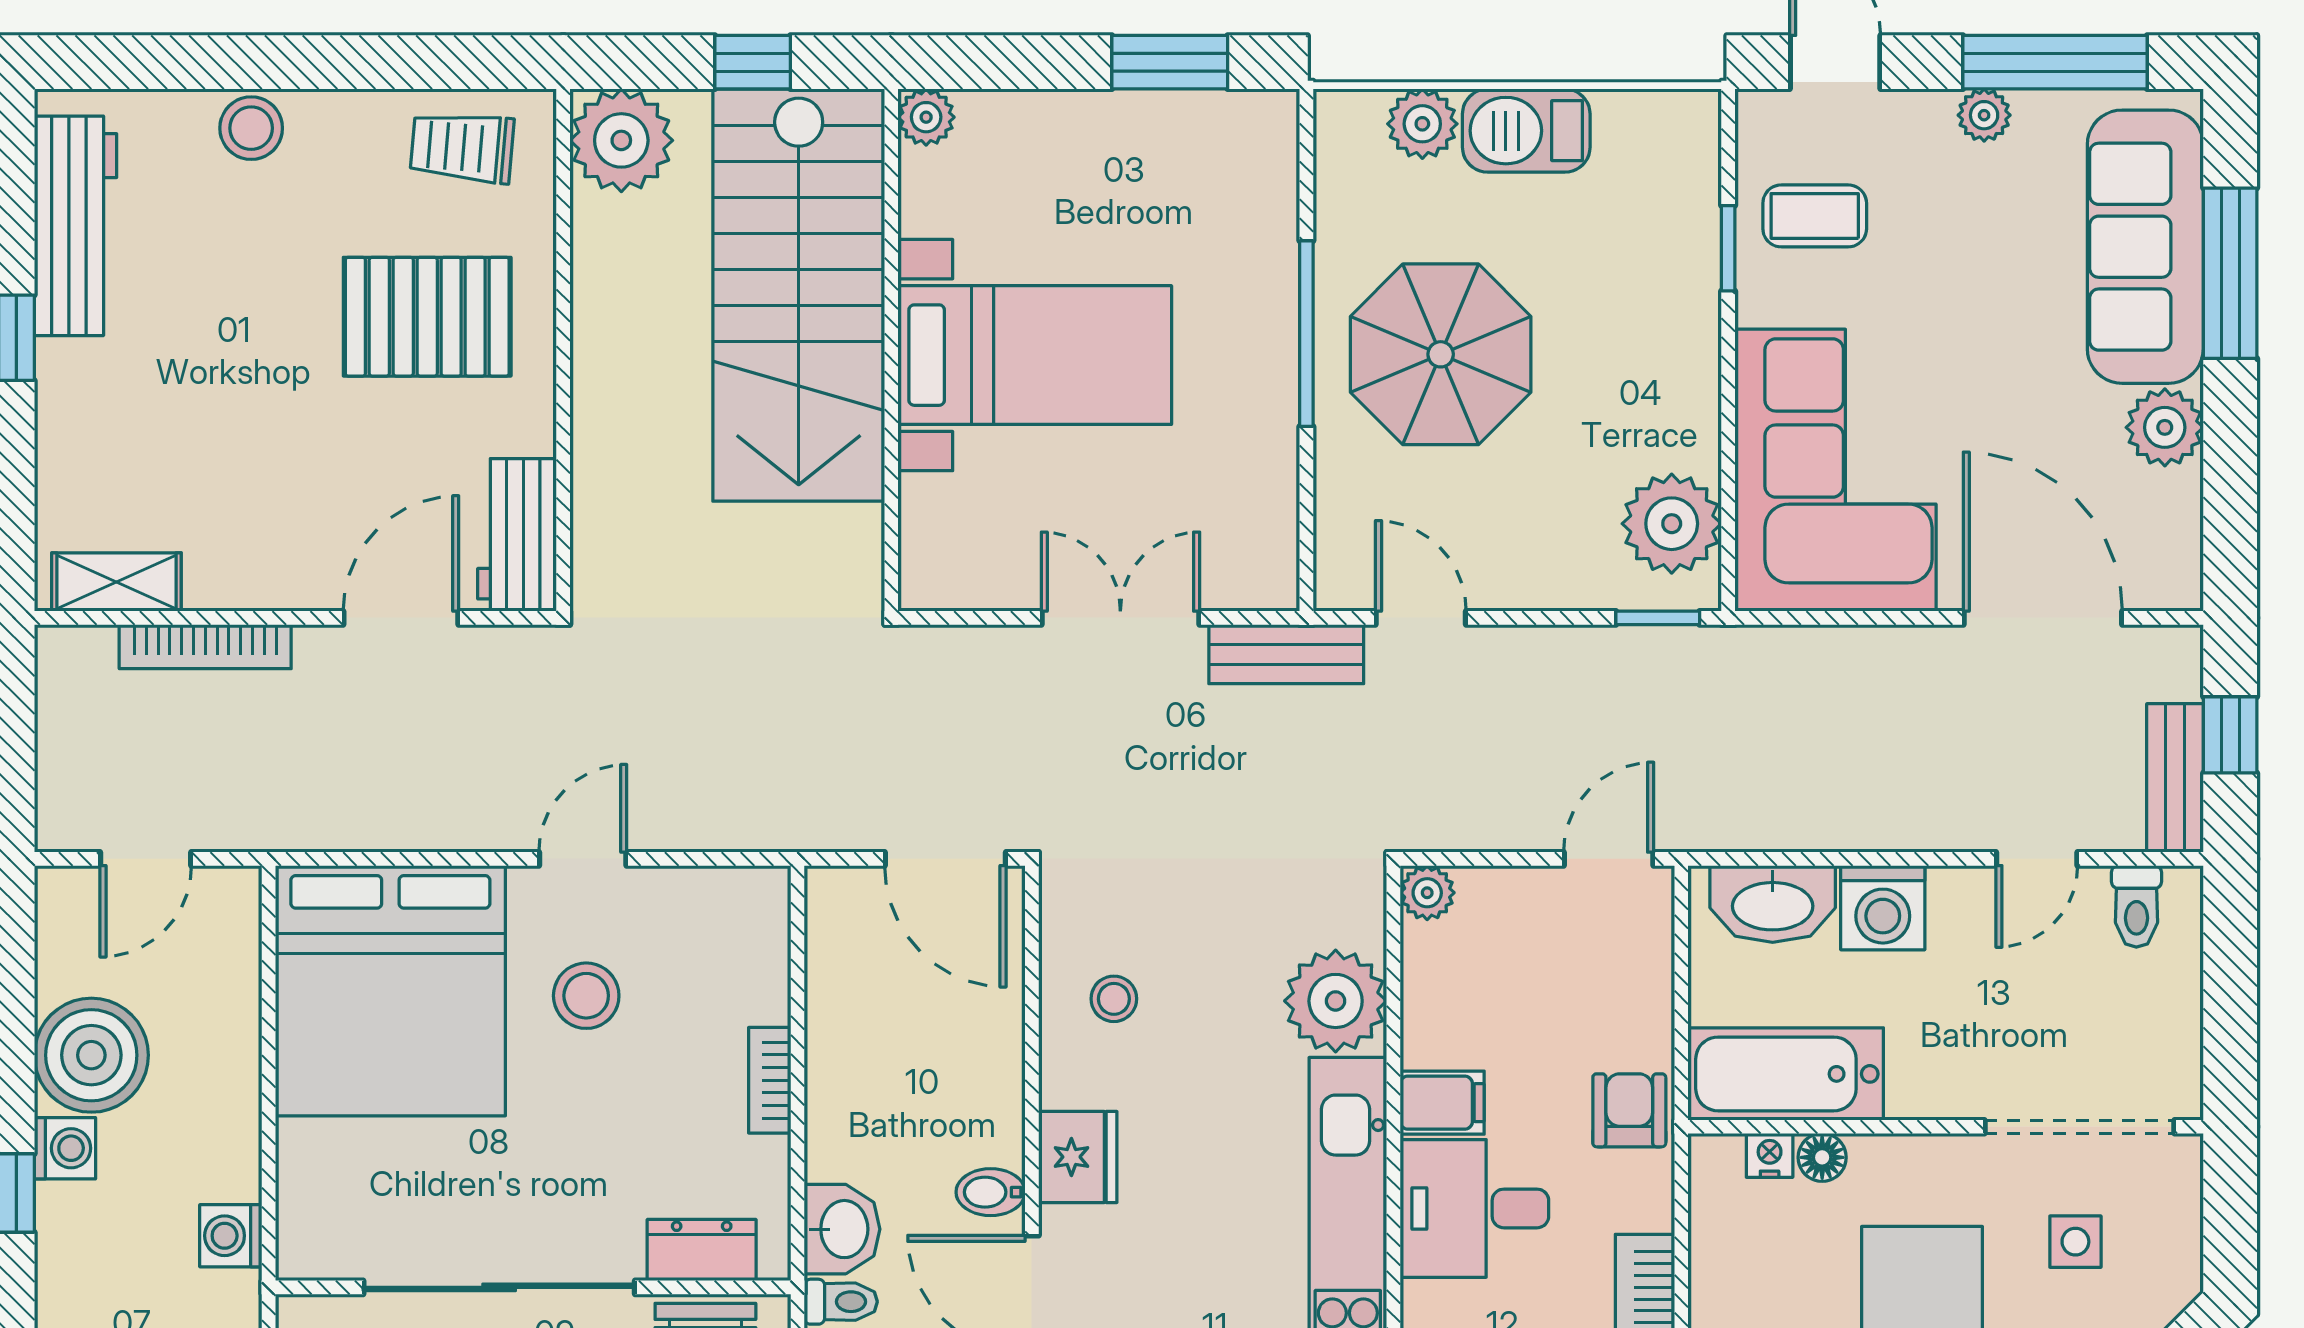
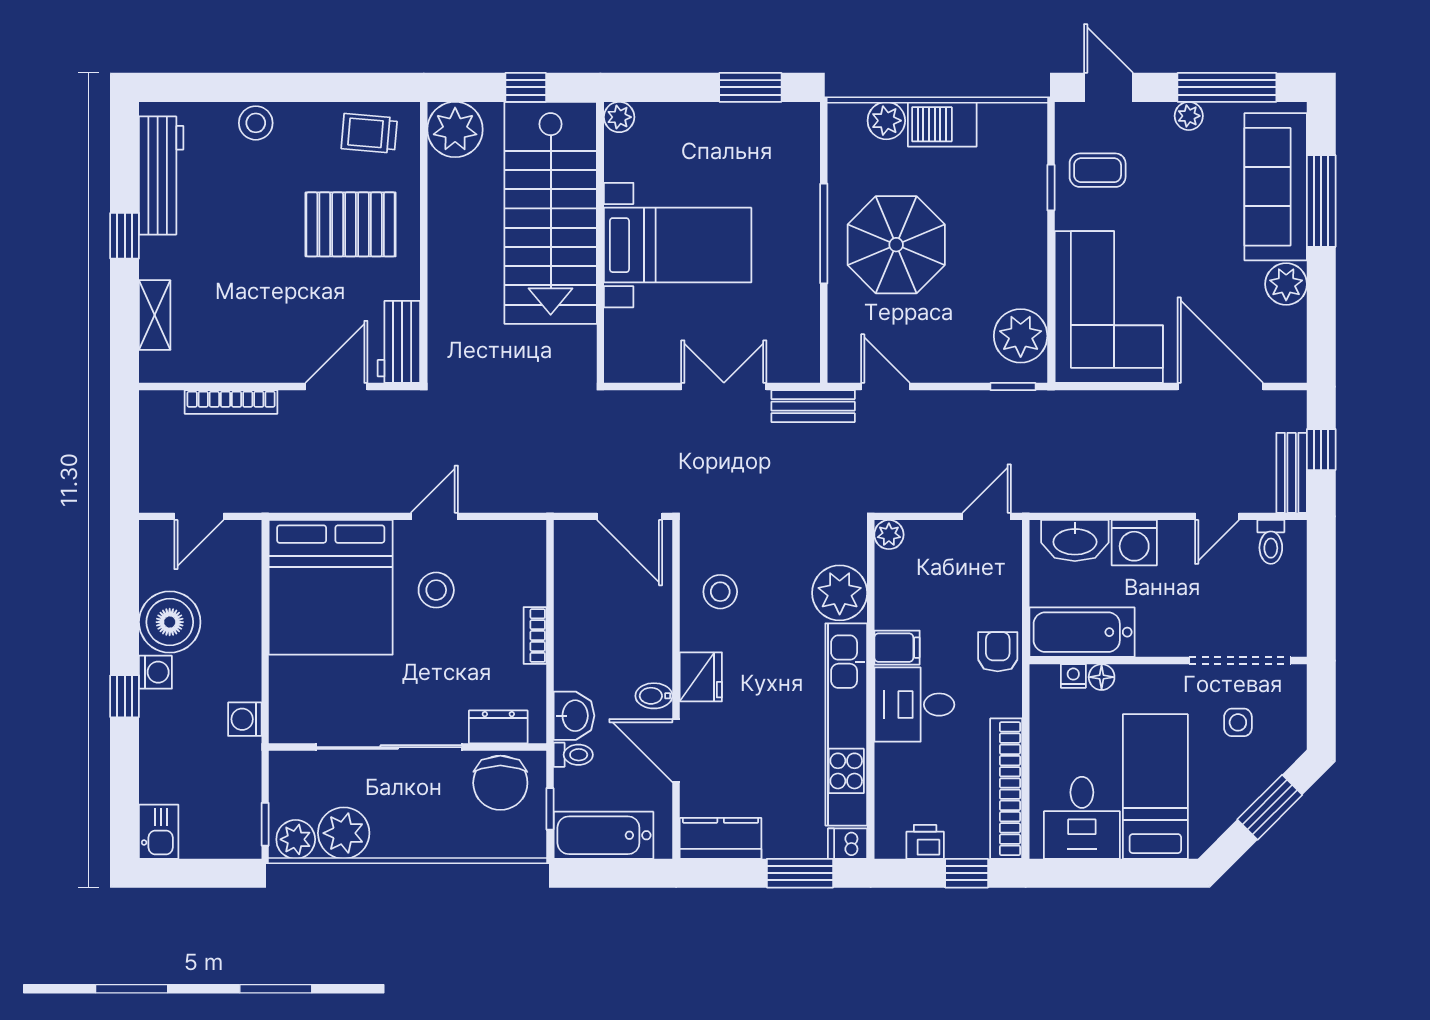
shelving: (116, 582) -> (155, 315), moved, turned 90
stool: (1114, 999) -> (720, 592), width x1.37, depth x1.37

